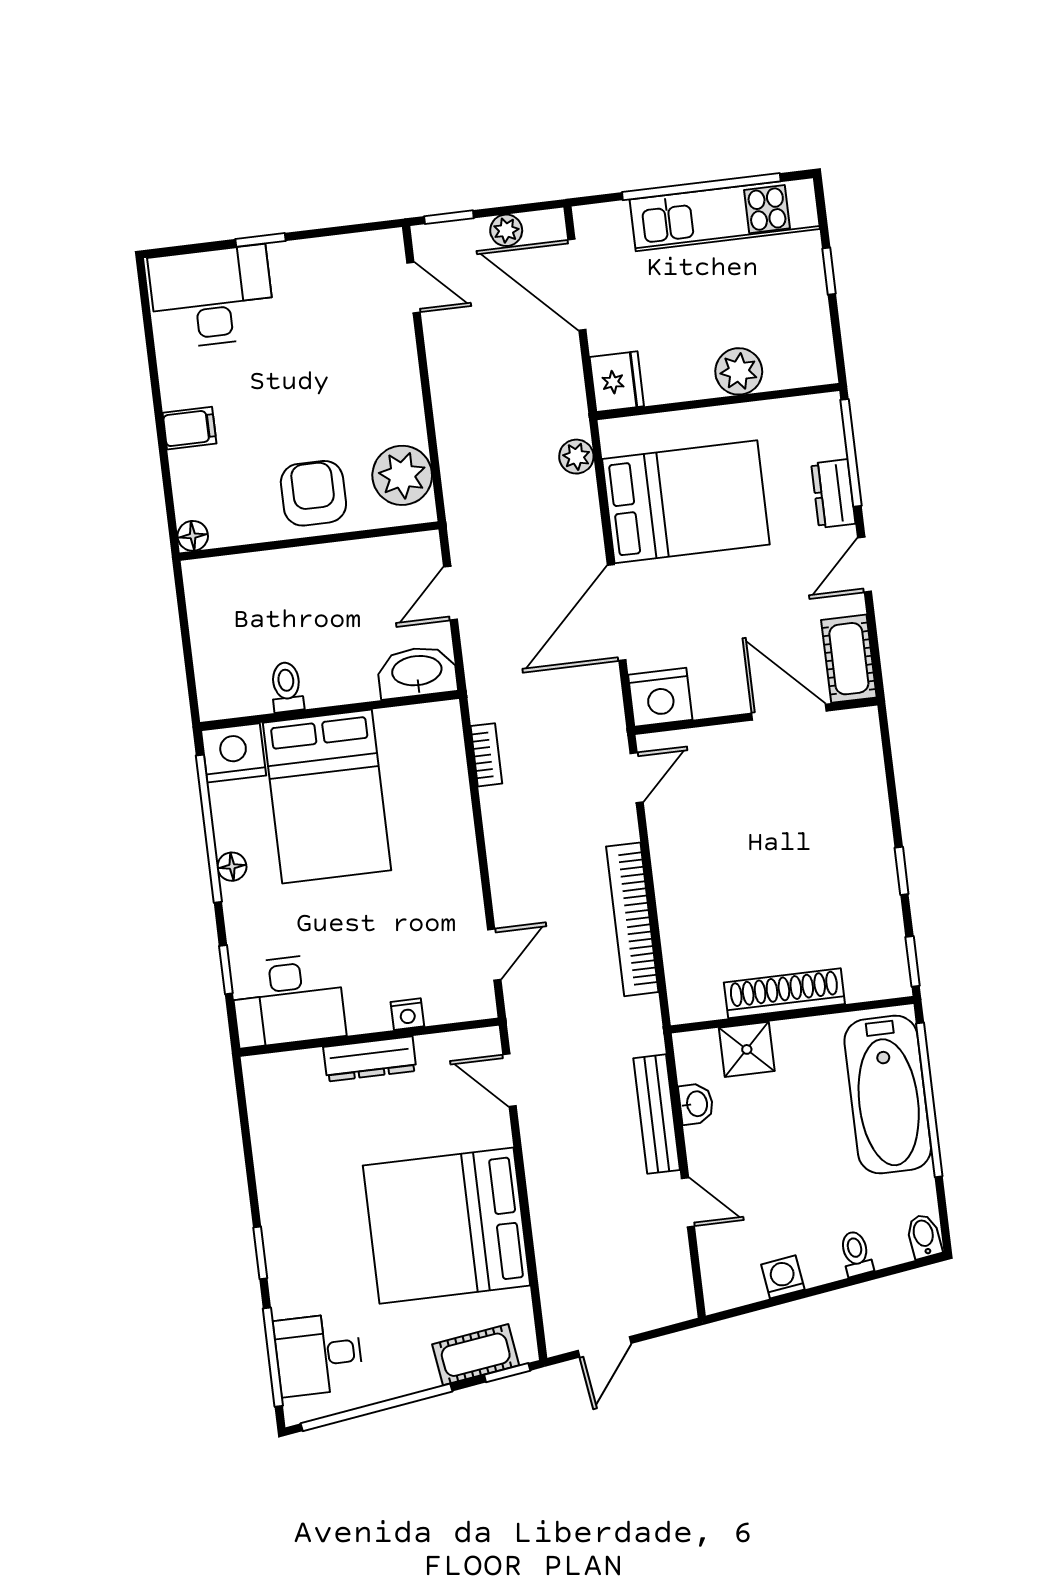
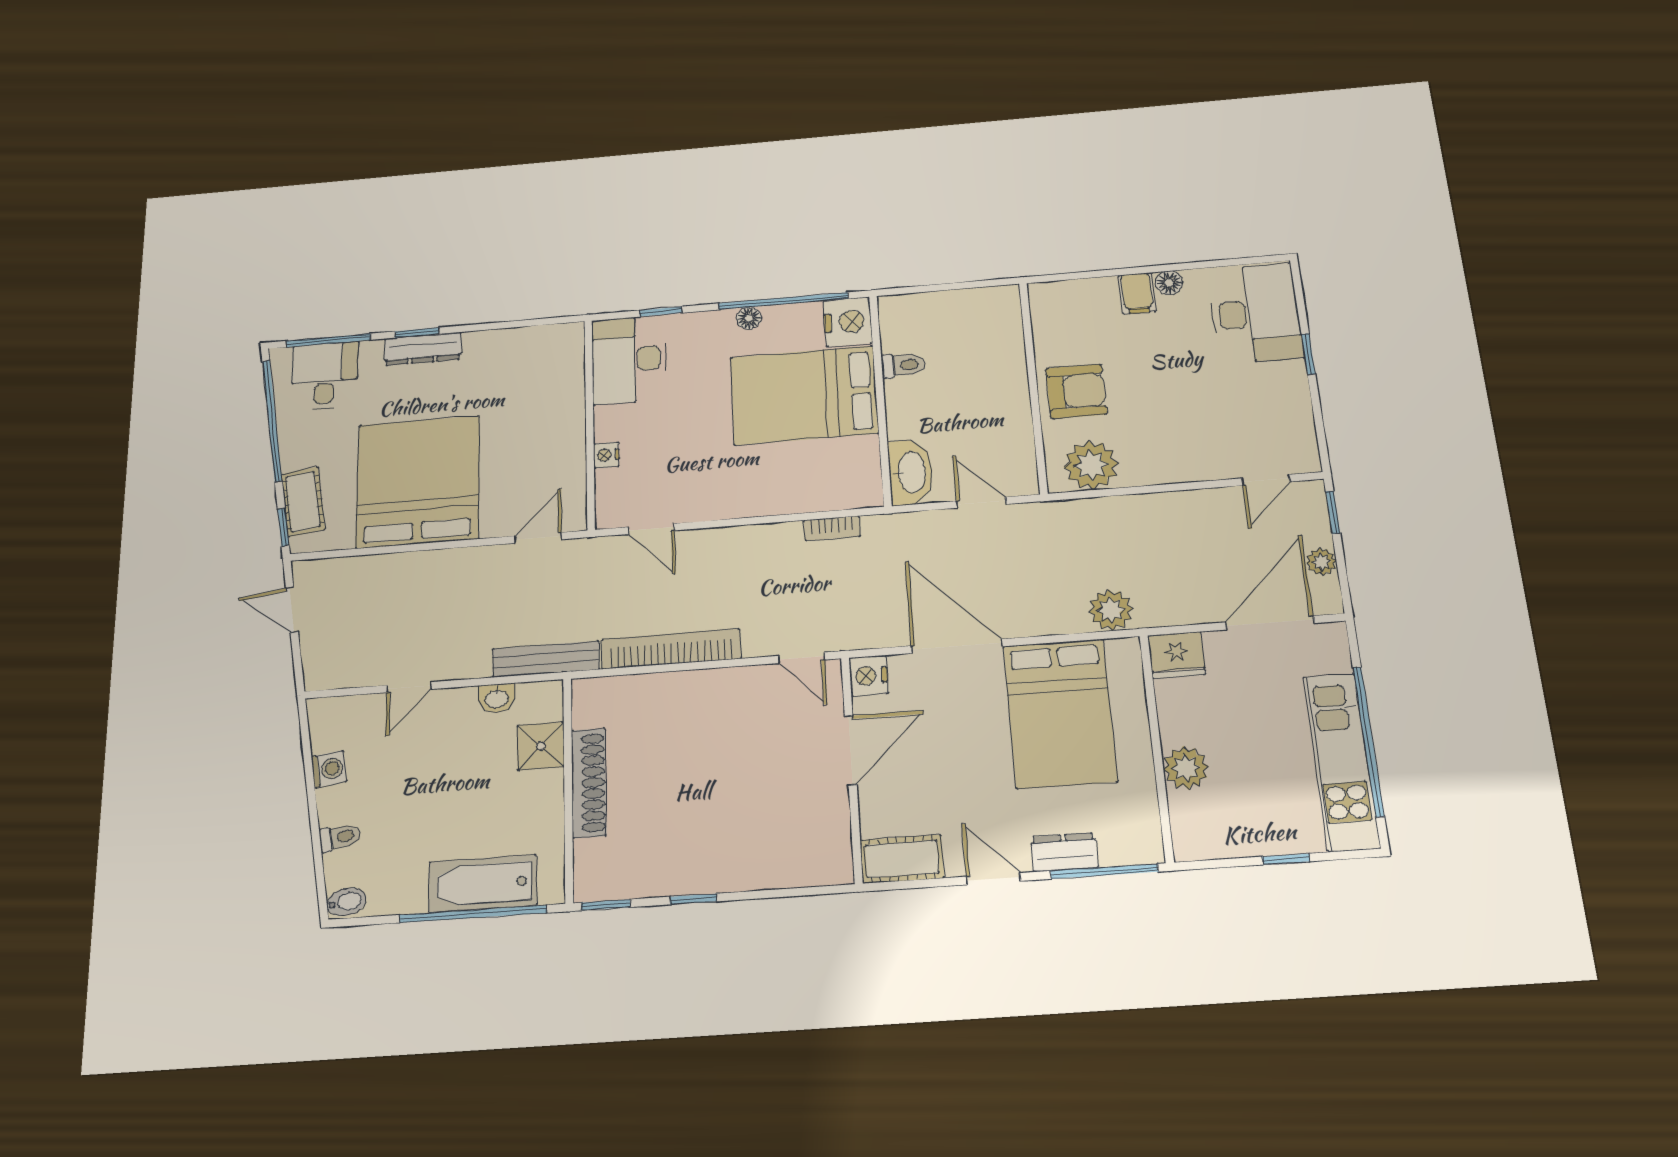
plant: (576, 457) -> (1111, 610), width x1.38, depth x1.38
floor lamp: (193, 536) -> (1169, 283), moved
nightstand: (660, 697) -> (869, 676), width x0.74, depth x0.75
door: (789, 712) -> (851, 750), moved
dresser: (370, 1059) -> (423, 349), moved, turned -90
bathtub: (888, 1095) -> (483, 884), width x0.73, depth x0.73
bench: (657, 1114) -> (546, 659), moved

